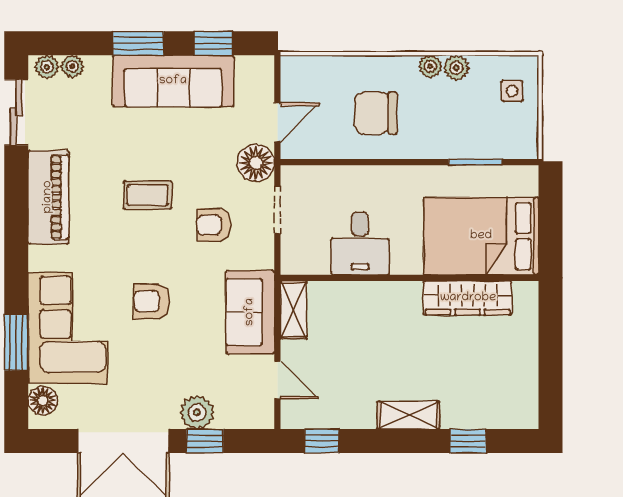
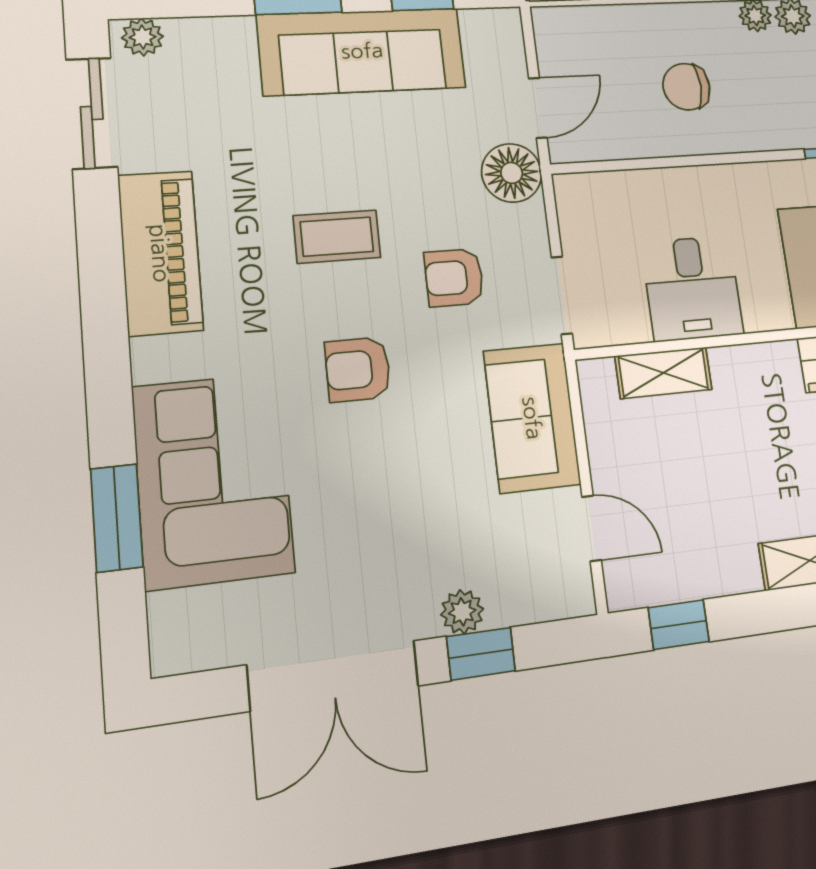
plant: (72, 66) -> (187, 35), removed
chair: (376, 113) -> (686, 87), width x0.73, depth x0.73
doorway: (277, 210) -> (562, 295), moved
armchair: (152, 301) -> (358, 369), moved
shelving: (293, 310) -> (663, 373), moved, turned 90
floor lamp: (43, 401) -> (175, 620), removed
plant: (197, 412) -> (462, 612), width x0.73, depth x0.73

